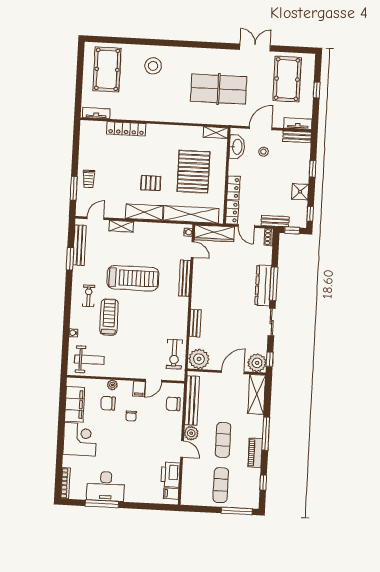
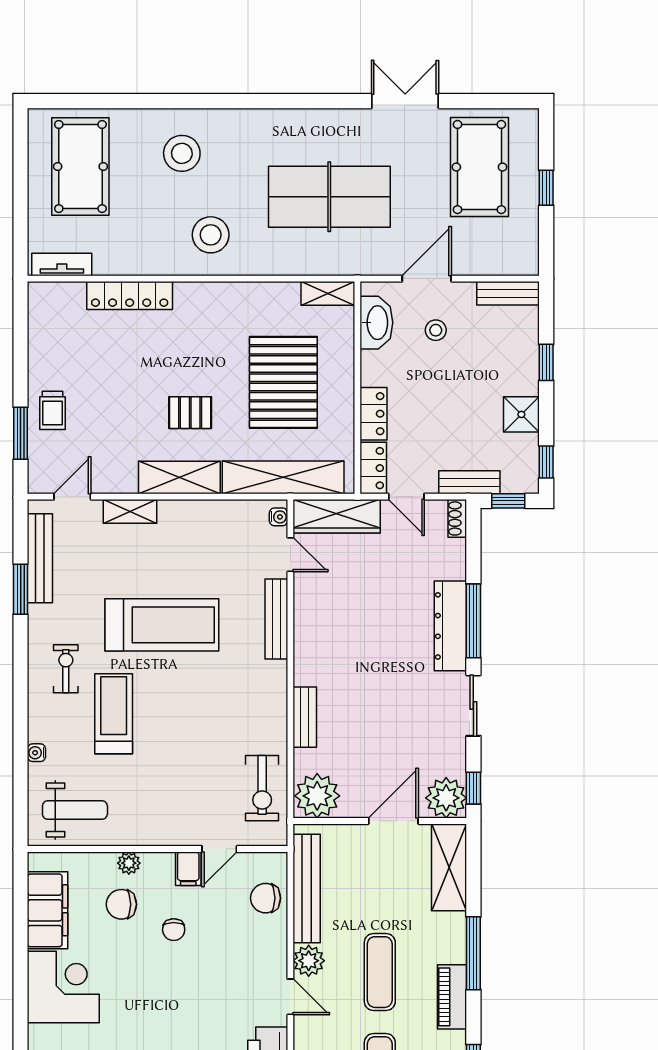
stool: (164, 103) -> (211, 235), added
tv unit: (298, 124) -> (508, 264), removed

